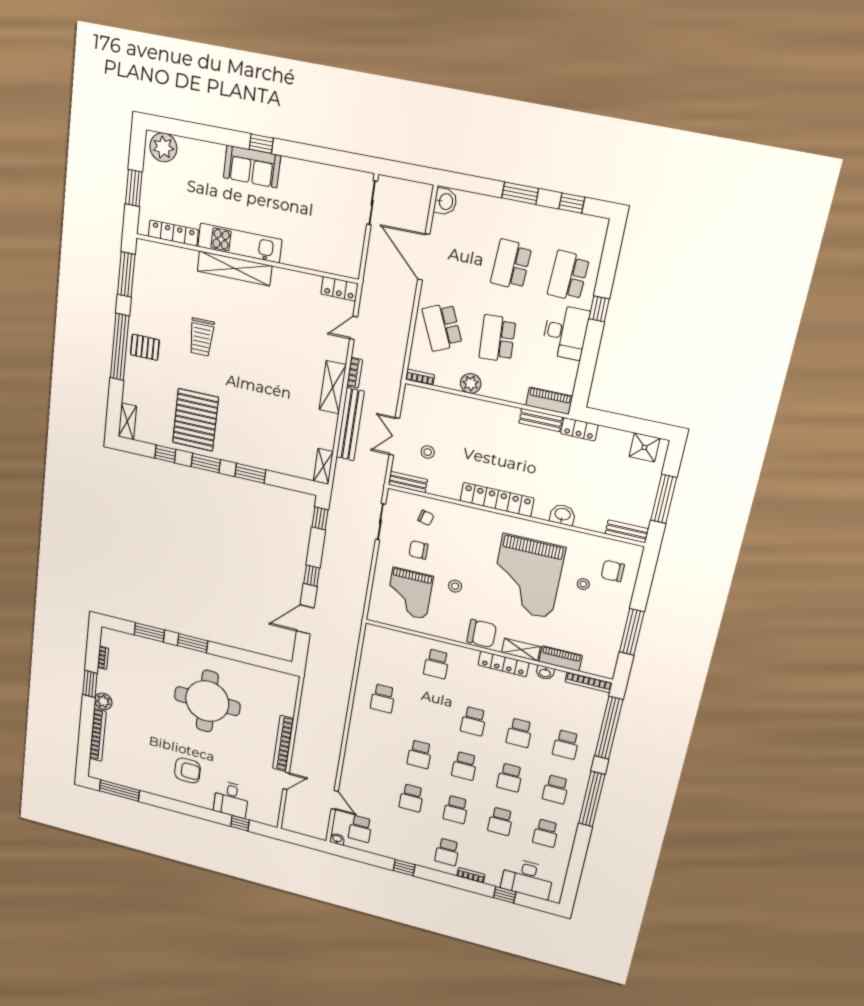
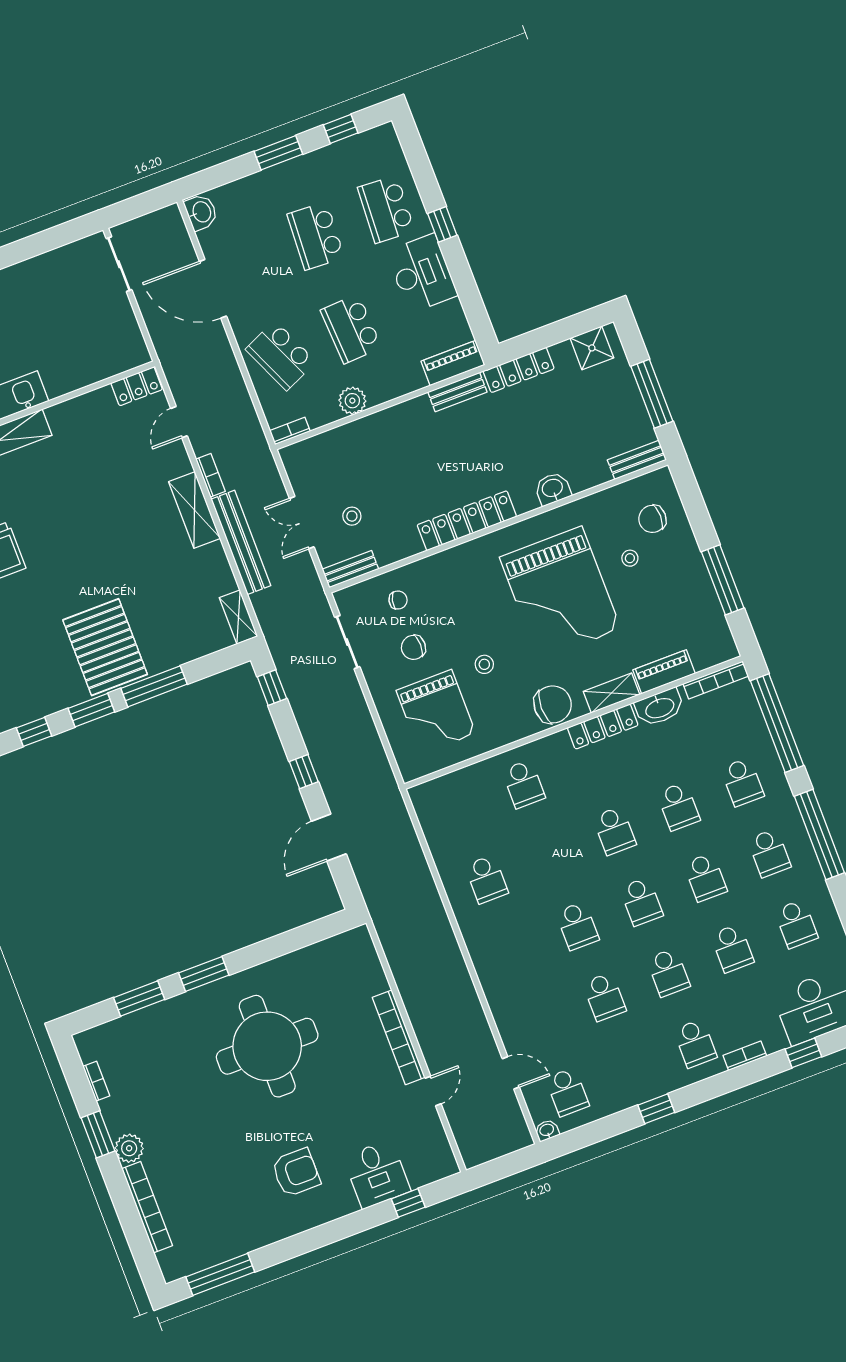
pallet: (195, 420) -> (105, 647), moved
locker: (579, 429) -> (519, 370), width x1.53
window: (250, 473) -> (154, 686), width x1.44
washbasin: (545, 673) -> (660, 707), width x1.91, depth x1.45

